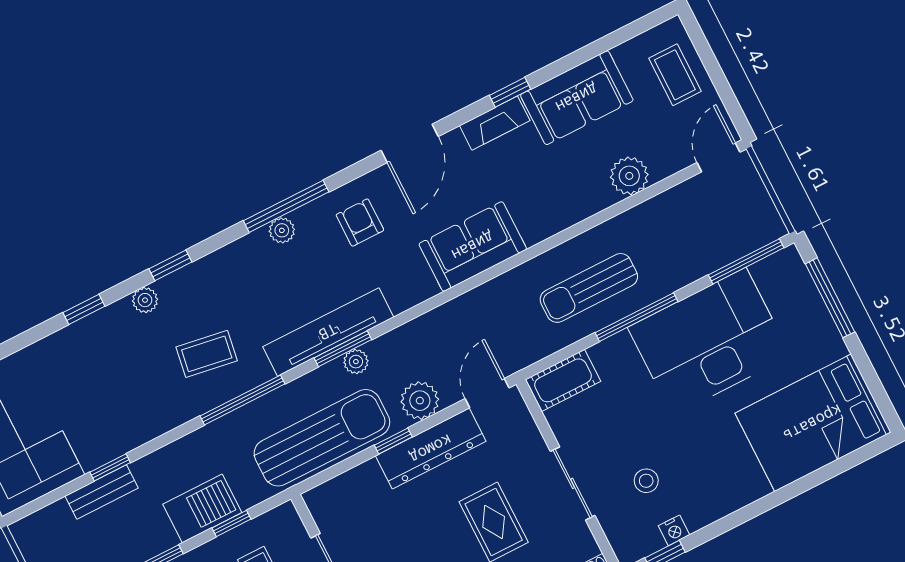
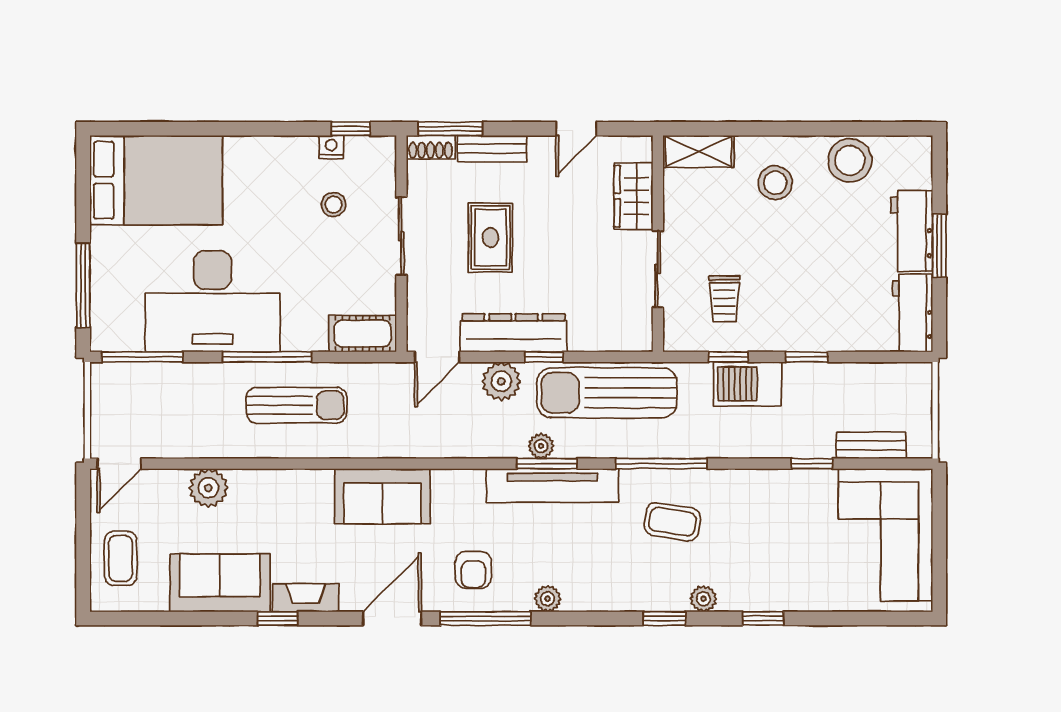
window: (286, 206) -> (485, 618), moved
bench: (102, 492) -> (871, 445), moved

